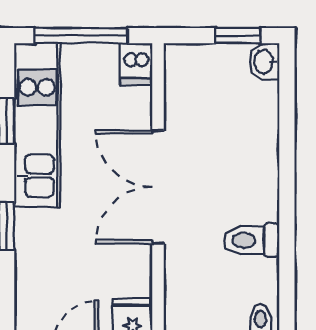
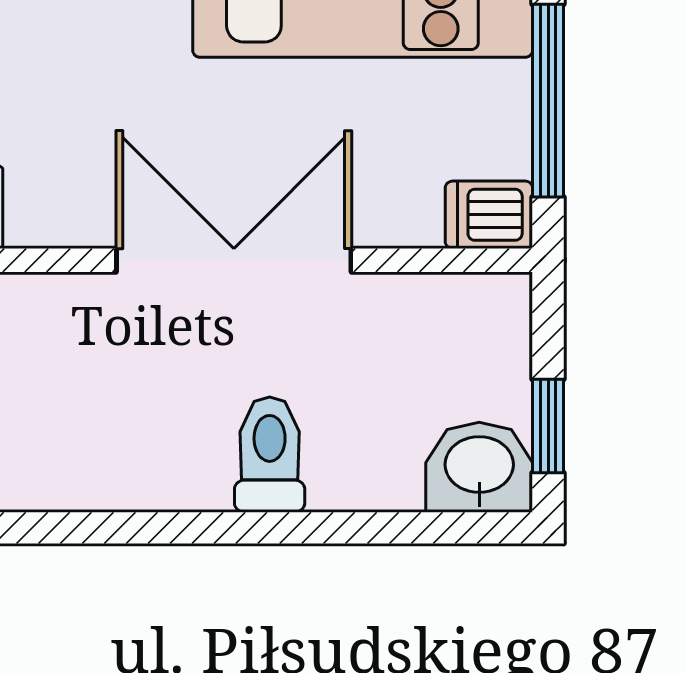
washbasin: (264, 62) -> (479, 467), width x1.38, depth x1.45
toilet: (252, 240) -> (270, 455), moved

